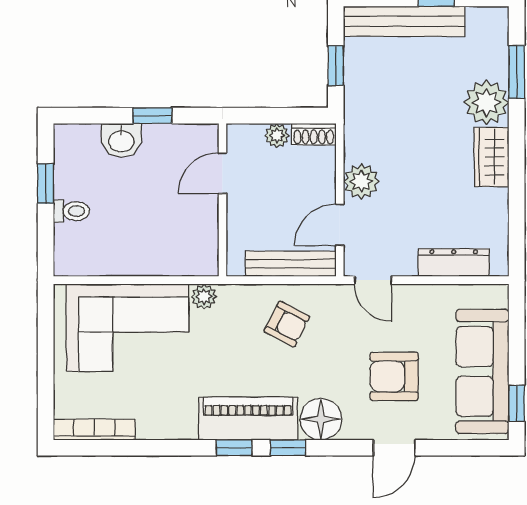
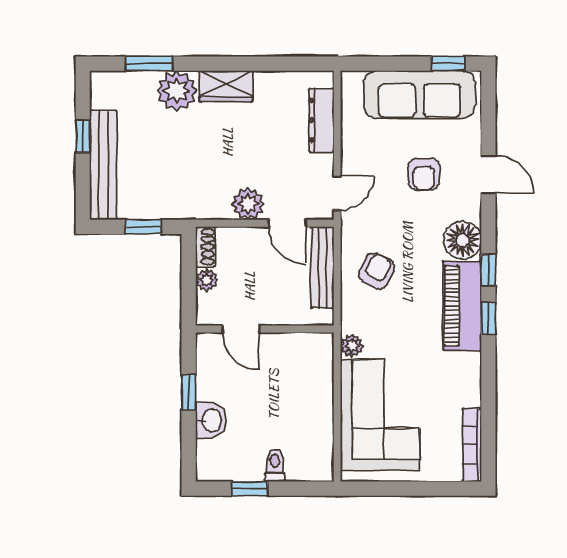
armchair: (394, 376) -> (424, 174), width x0.72, depth x0.72

